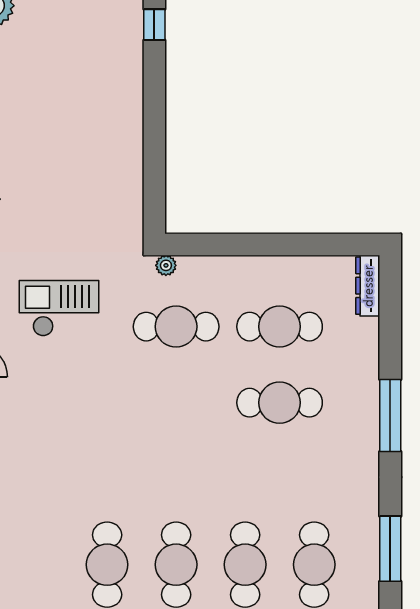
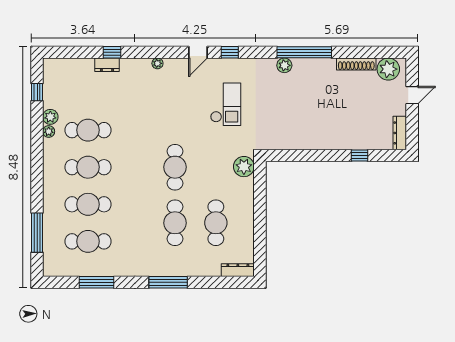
window: (154, 25) -> (360, 156), moved
plant: (166, 265) -> (244, 167), width x1.88, depth x1.88
cafe table: (176, 327) -> (175, 167), moved

